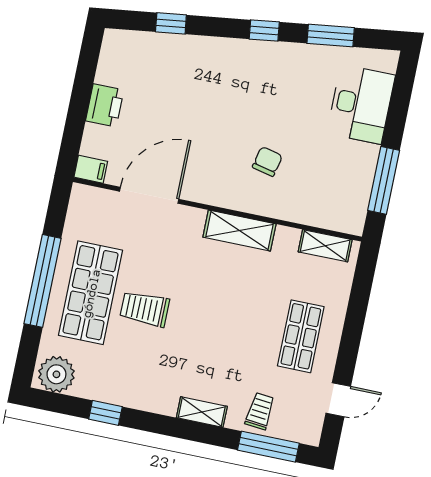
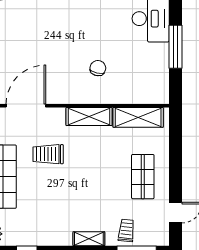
window: (384, 180) -> (175, 47), moved
shelving: (325, 246) -> (138, 117), width x1.50, depth x1.33
trolley: (145, 309) -> (48, 154), moved

